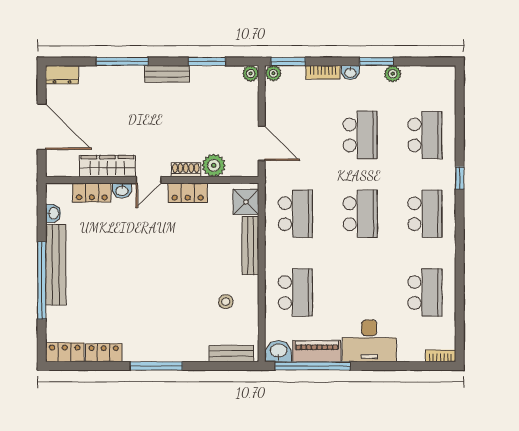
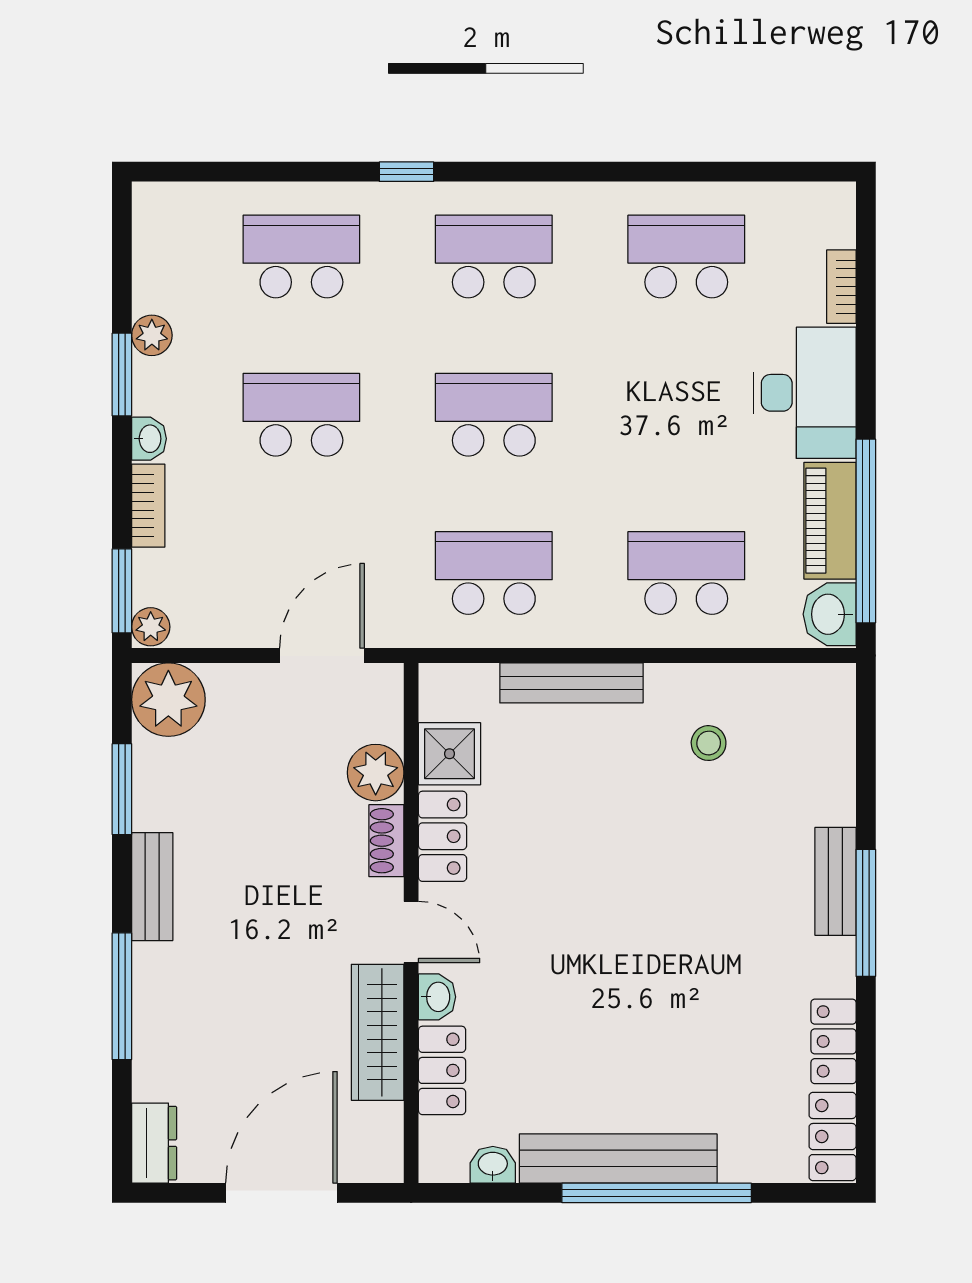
plant: (251, 74) -> (168, 700), width x1.88, depth x1.88
shower: (246, 202) -> (449, 754), moved
bench: (232, 354) -> (835, 881), moved
bookcase: (441, 356) -> (841, 287), moved

